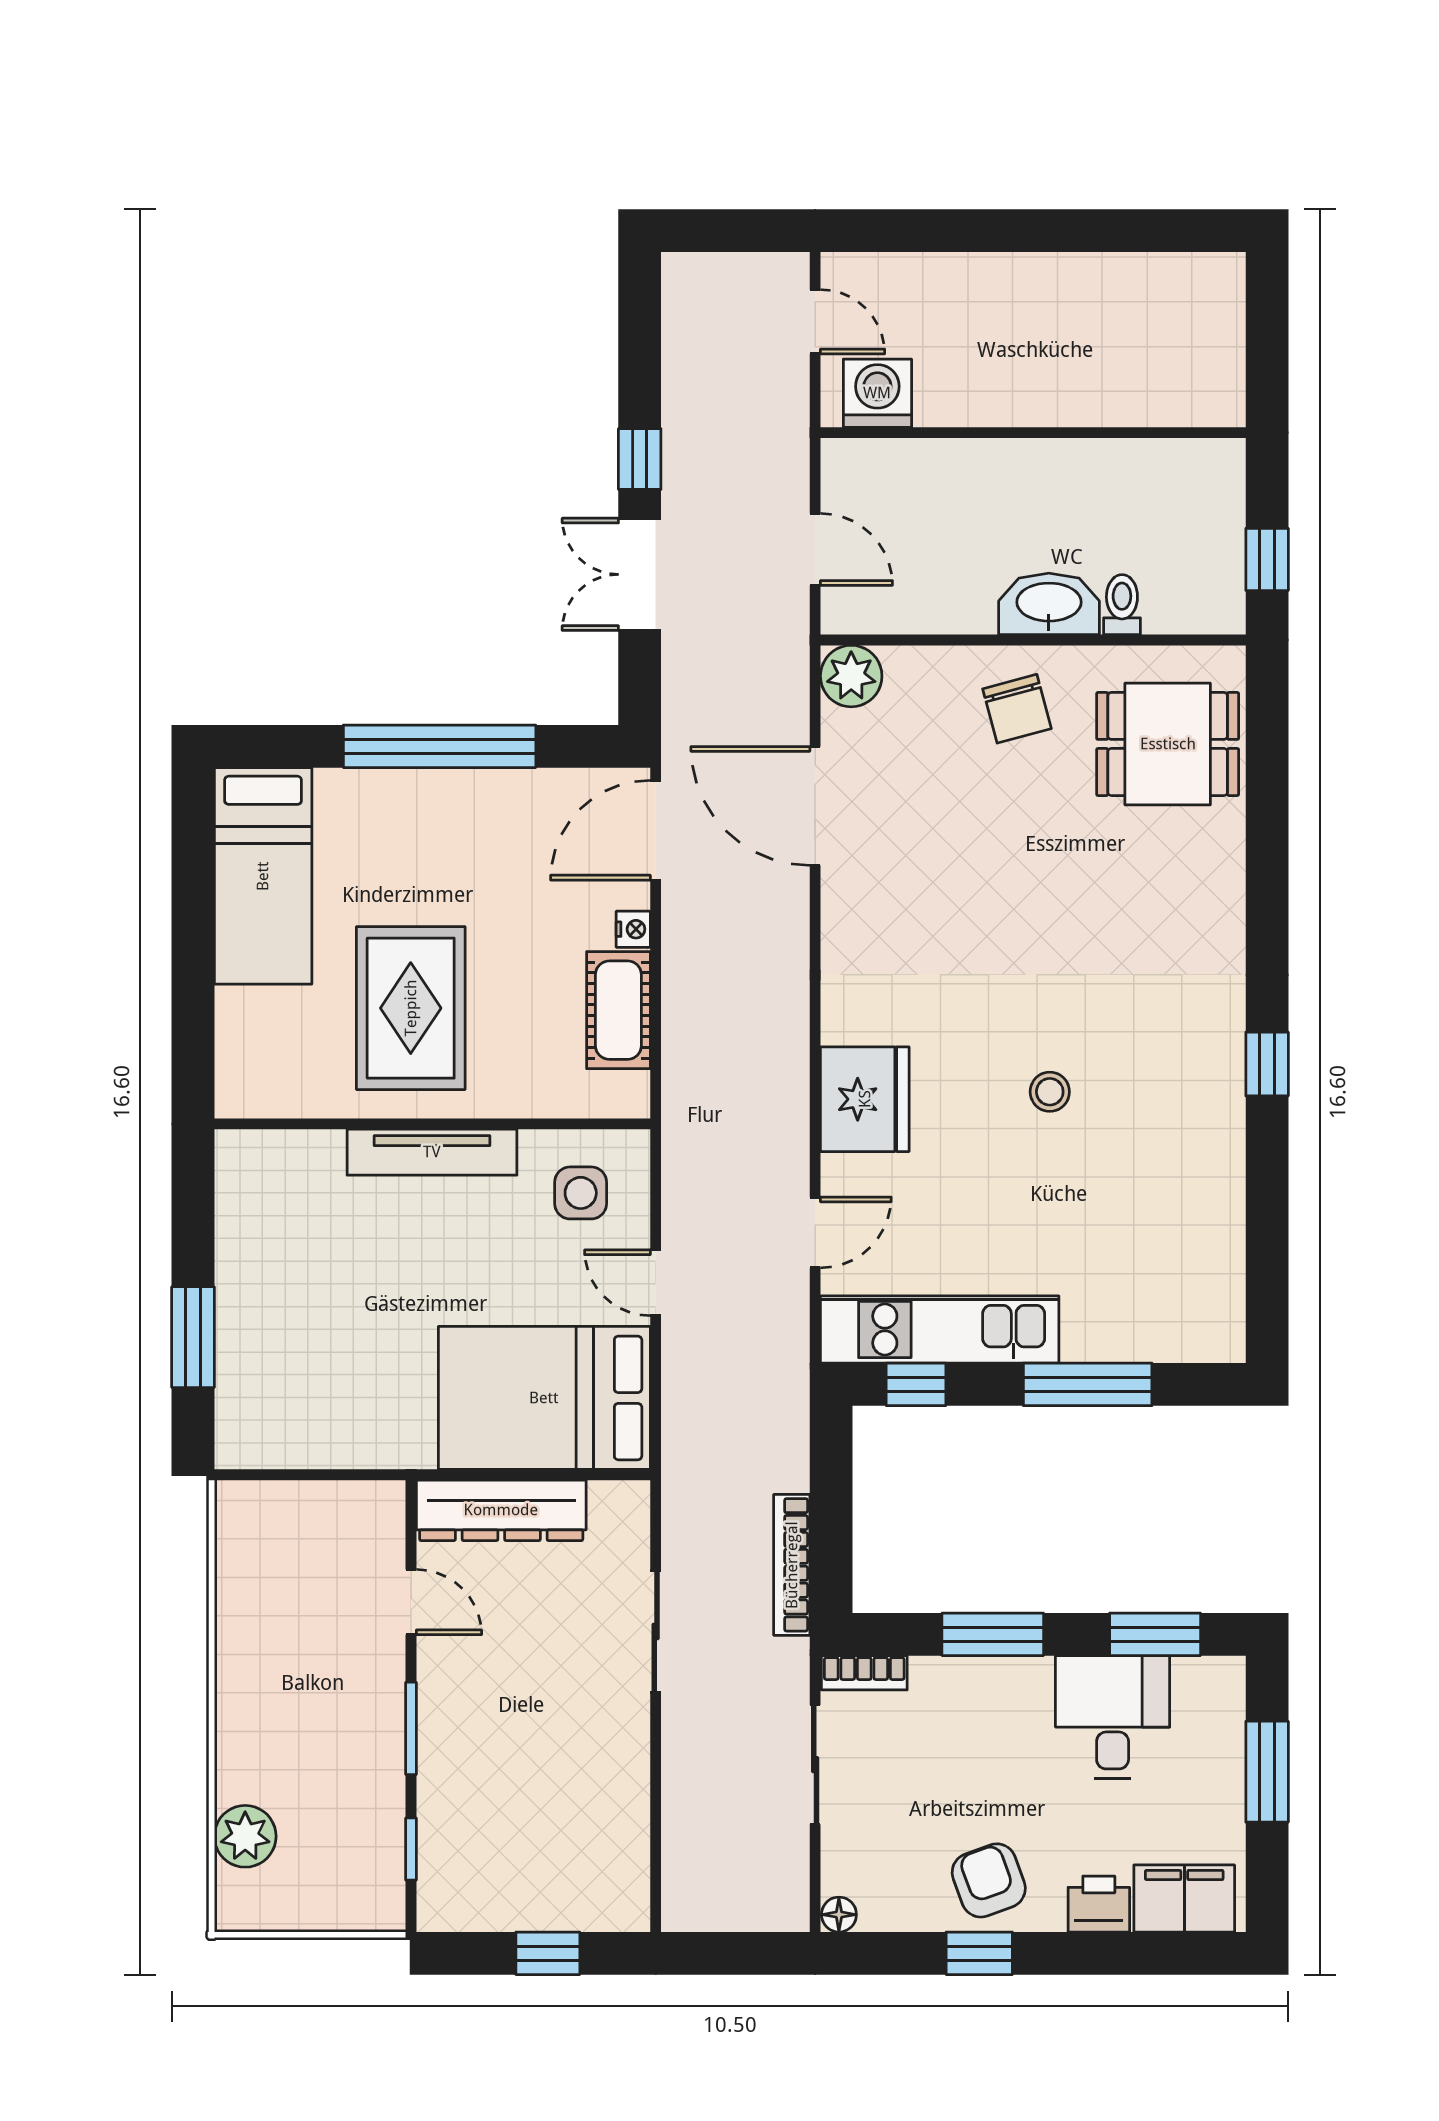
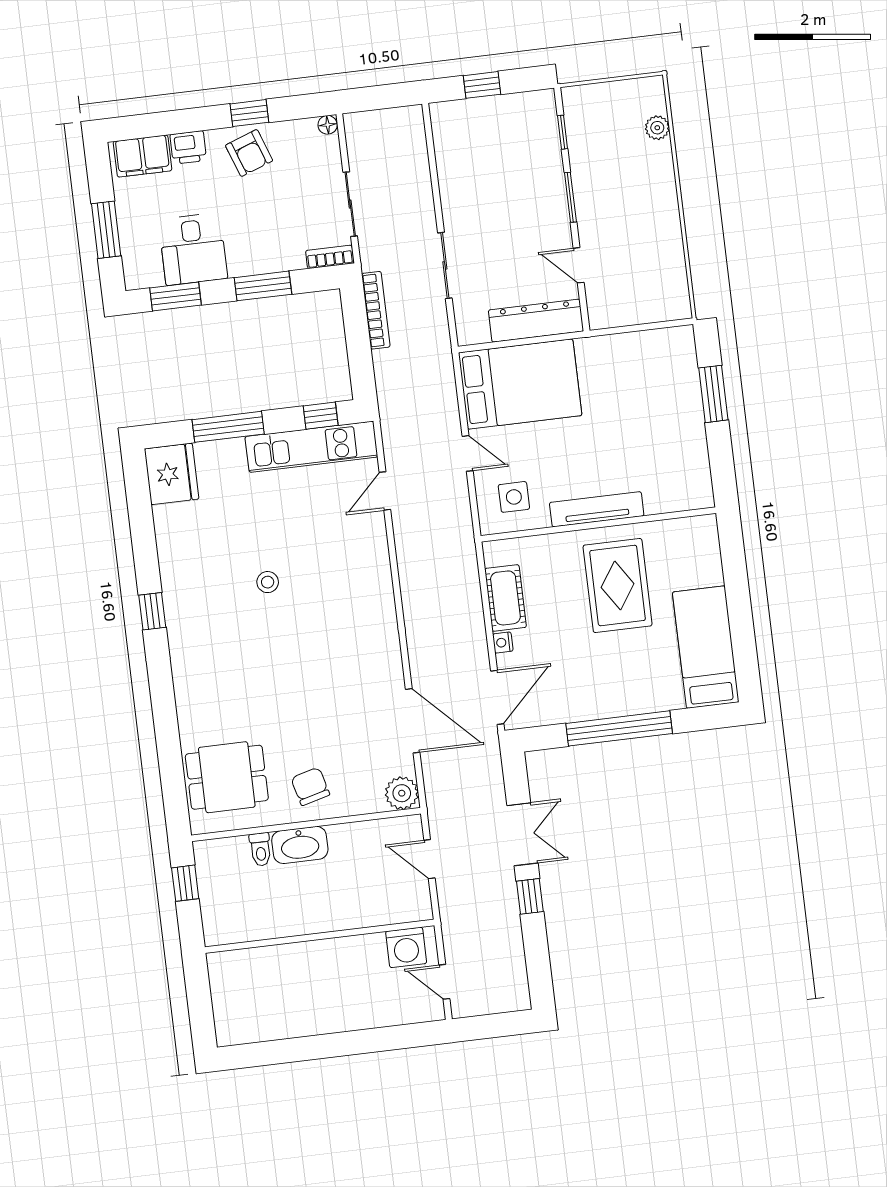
fridge: (865, 1099) -> (172, 474), moved, turned 180
plant: (245, 1836) -> (657, 128), width x0.73, depth x0.73

